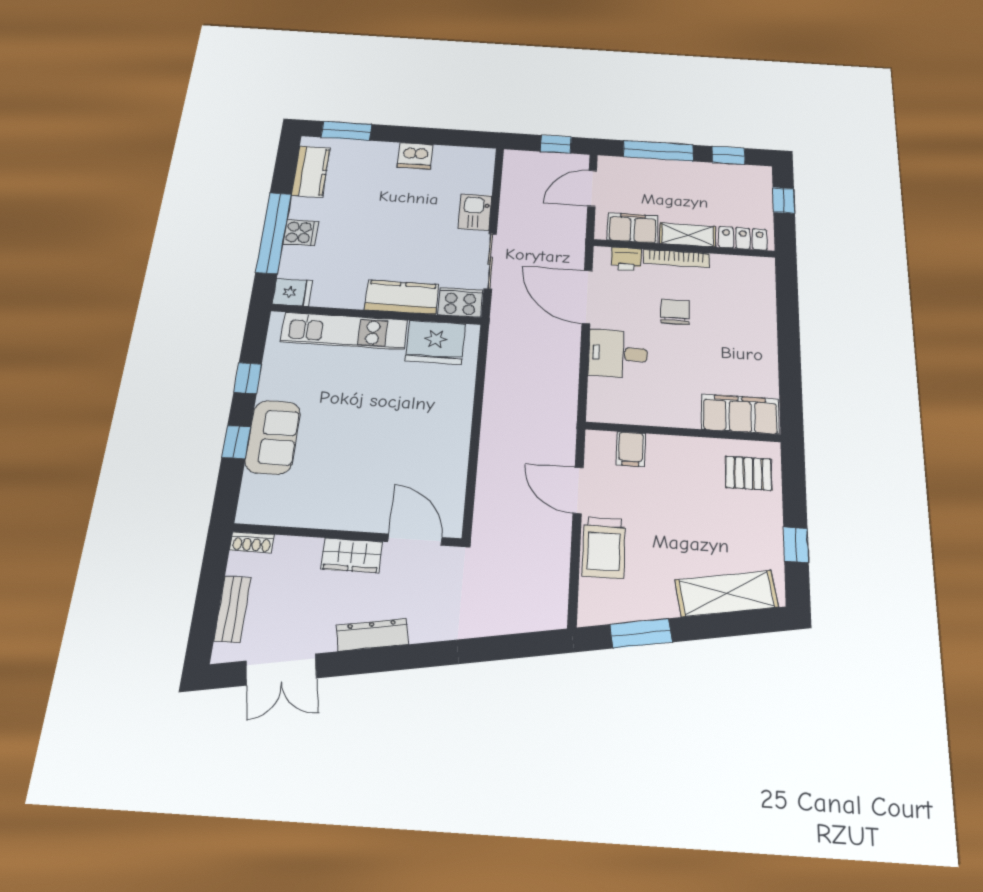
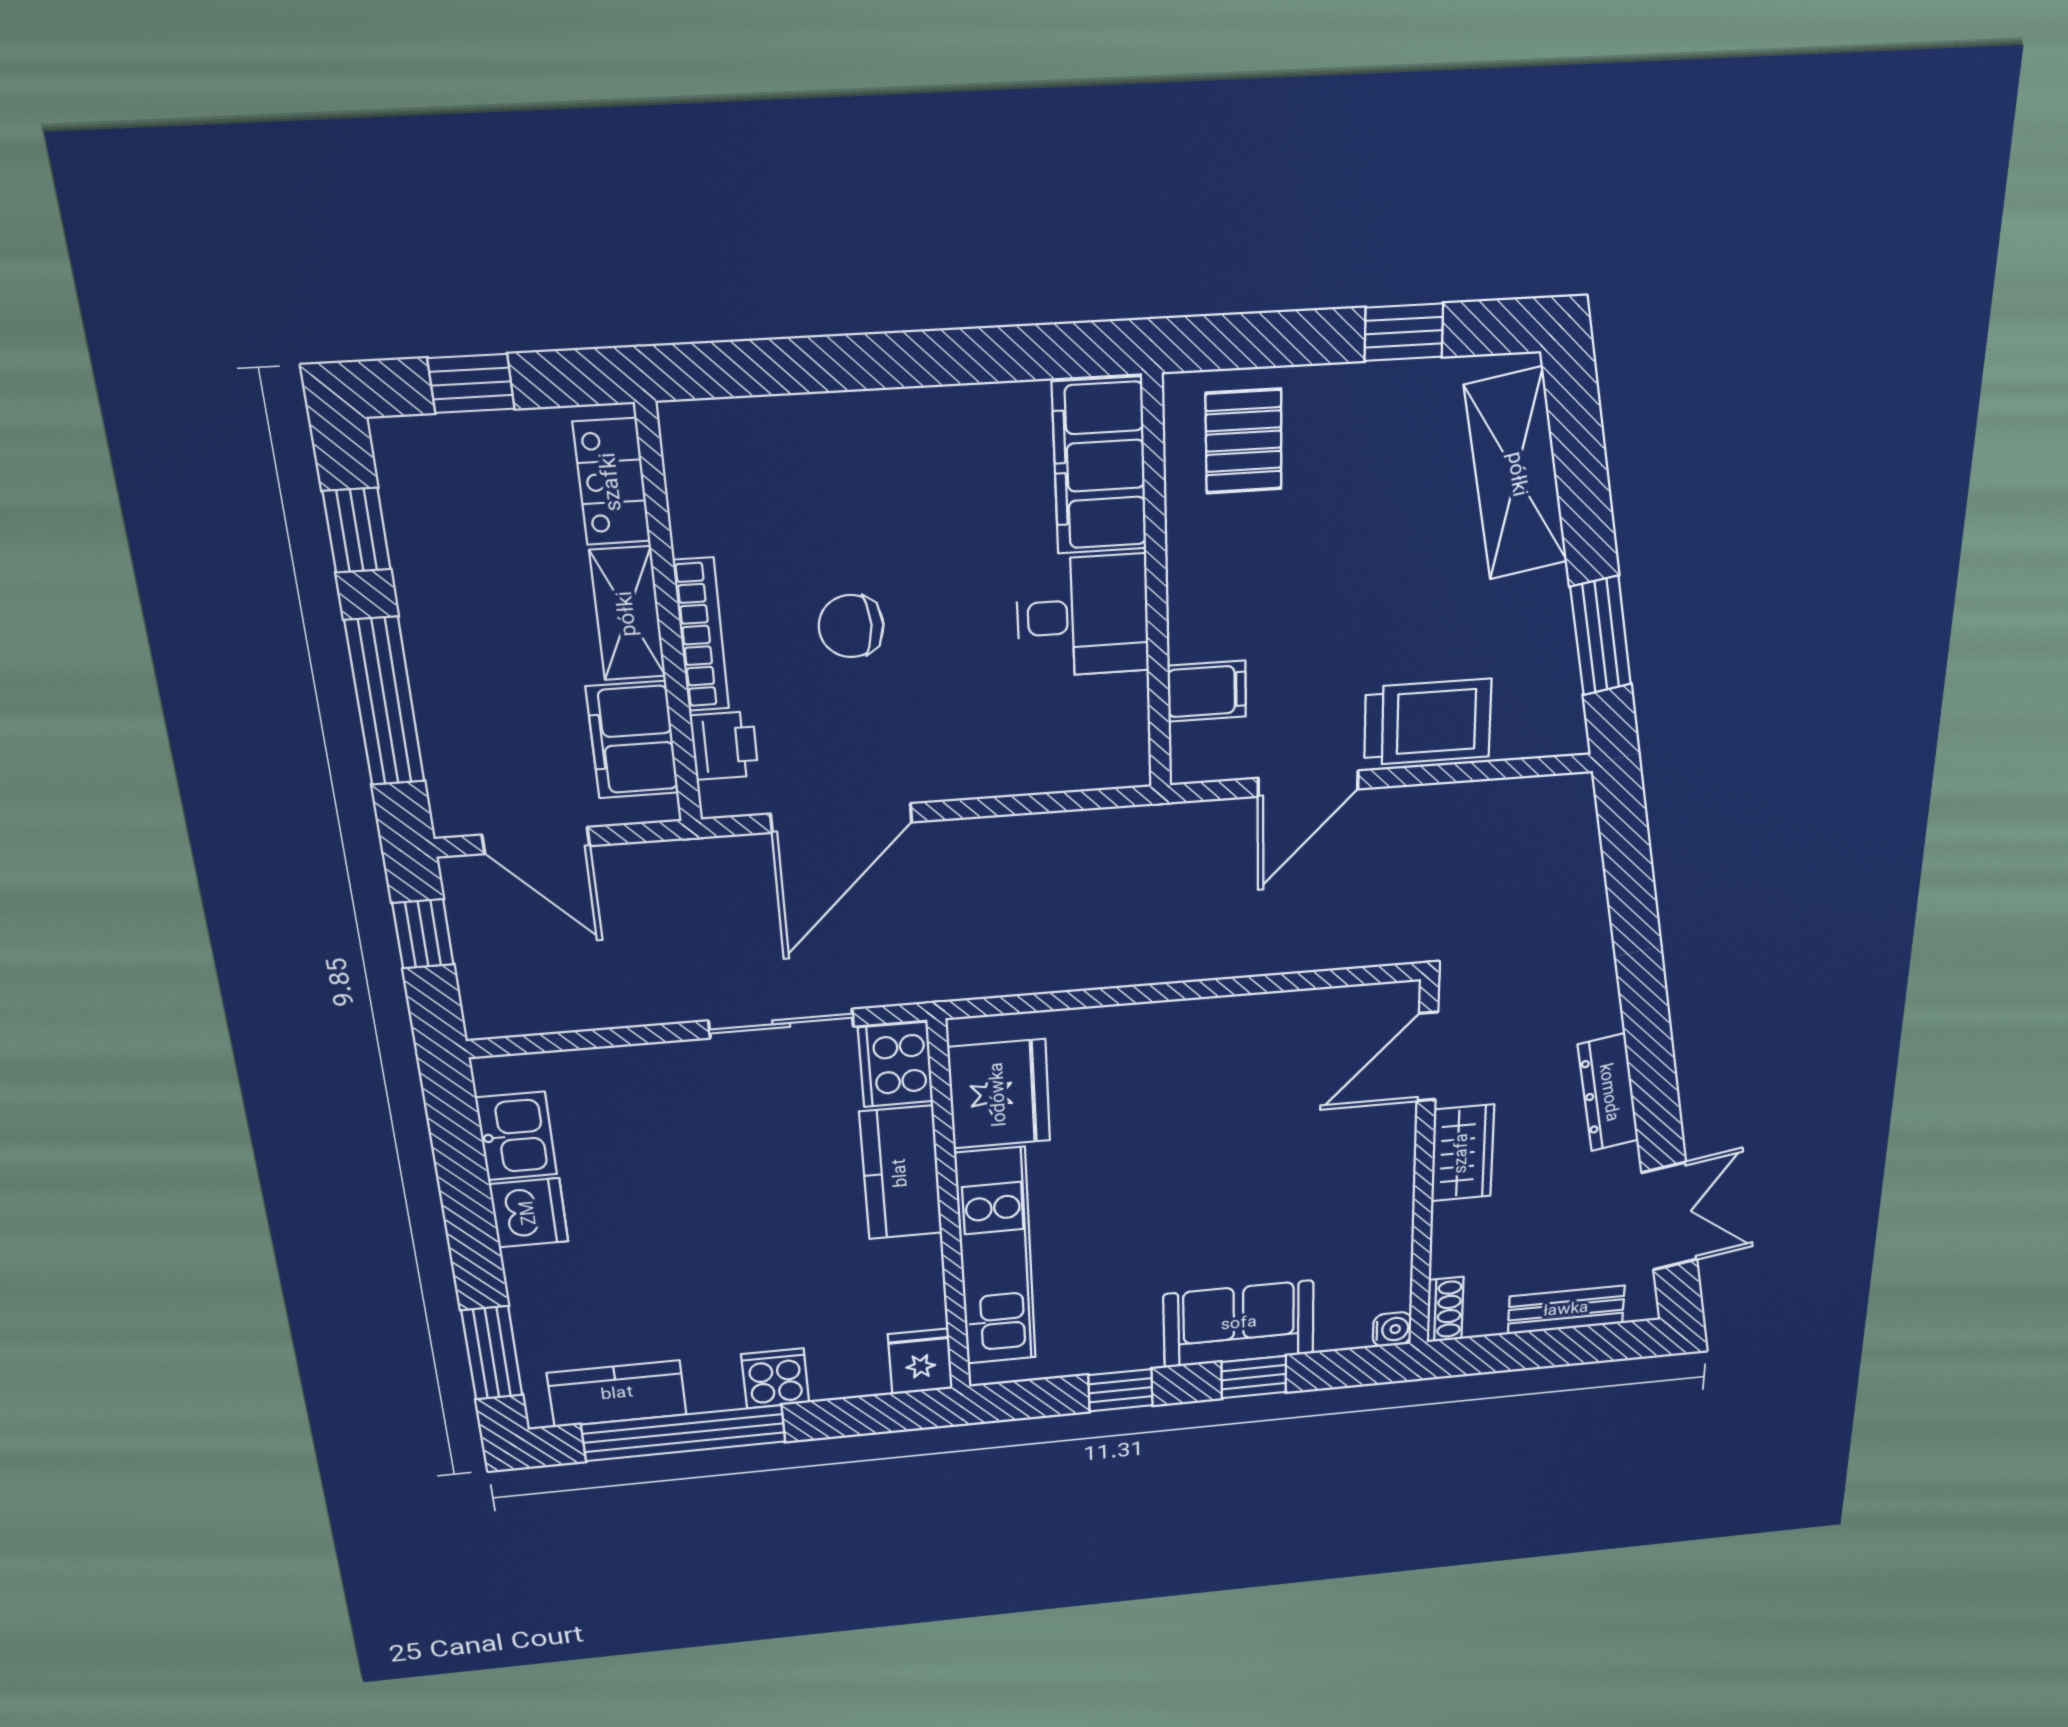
kitchen sink: (475, 212) -> (516, 1136), moved, turned -90
window: (274, 233) -> (684, 1433), moved
desk: (618, 354) -> (1083, 616), moved, turned -90
water cooler: (247, 514) -> (1392, 1329), added

